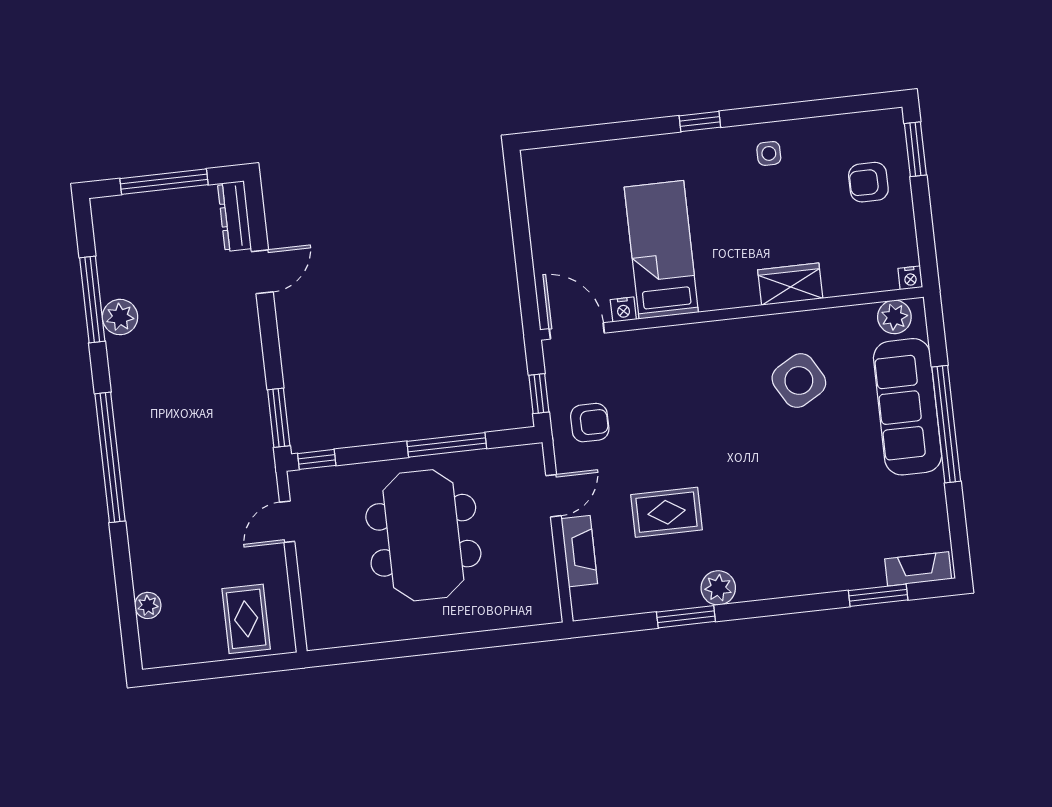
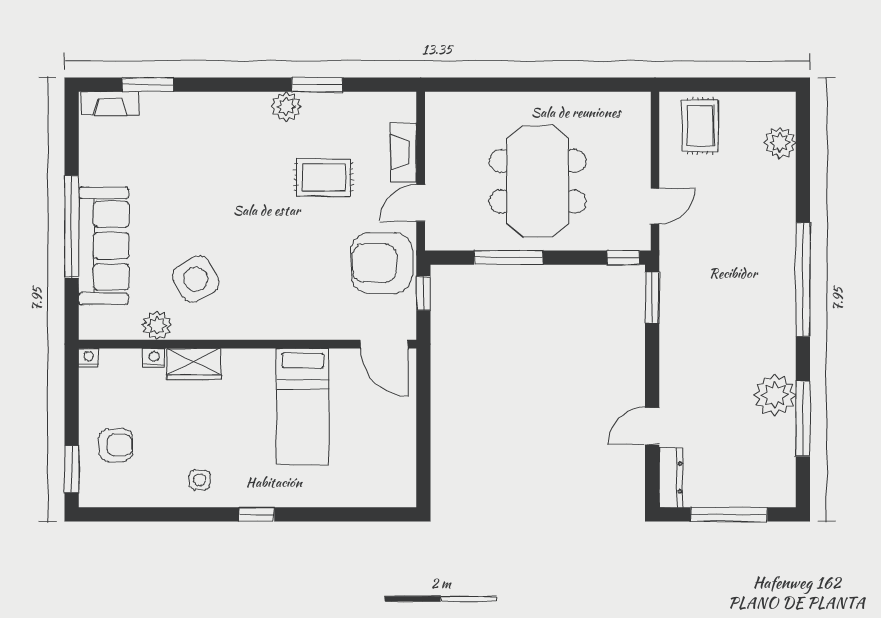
nightstand: (623, 309) -> (154, 358), moved
plant: (120, 317) -> (775, 395), width x1.36, depth x1.36
plant: (894, 317) -> (157, 325), moved
armchair: (590, 423) -> (382, 263), width x1.88, depth x1.88
plant: (148, 605) -> (780, 143), width x1.38, depth x1.38

